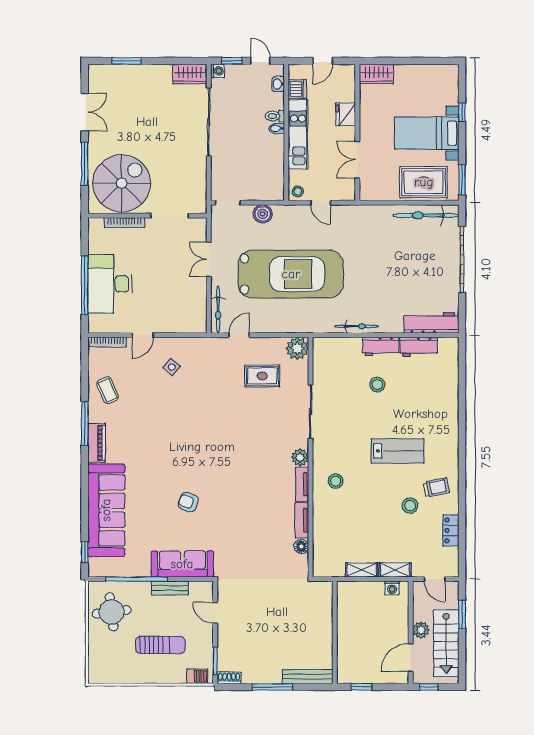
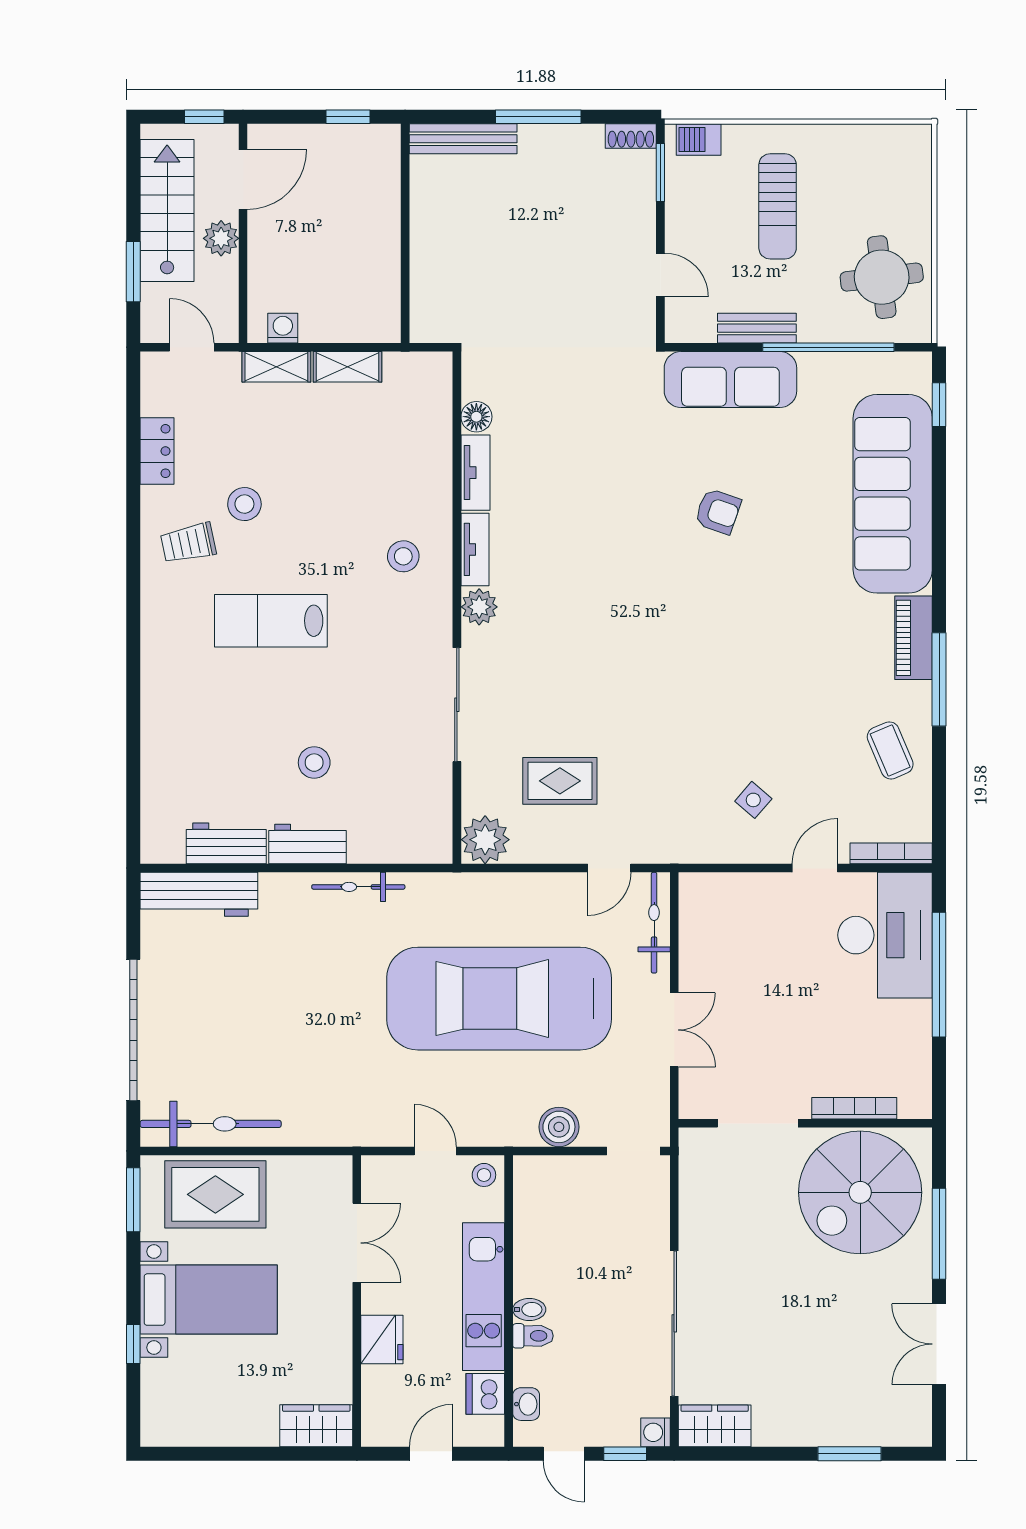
desk: (110, 284) -> (885, 935), moved
sun lounger: (160, 645) -> (778, 206), turned -90

